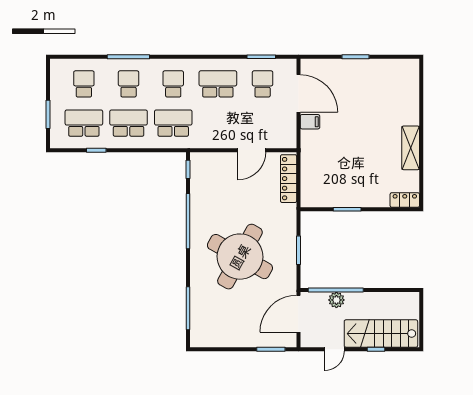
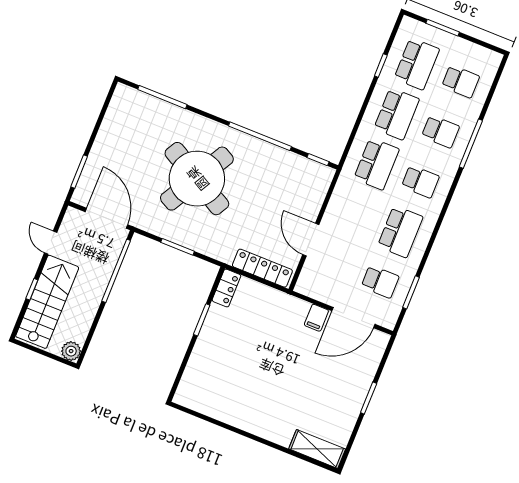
shelving: (411, 148) -> (317, 449), moved
locker: (405, 200) -> (226, 288), moved
plant: (336, 300) -> (71, 351), moved

